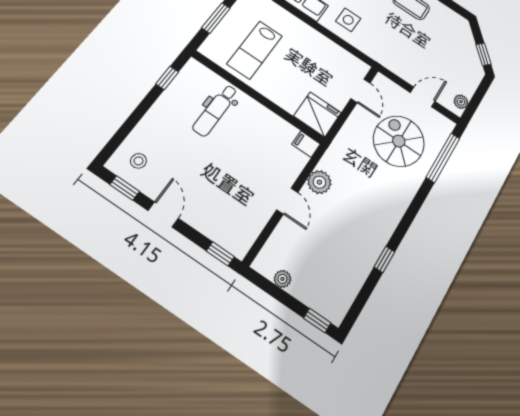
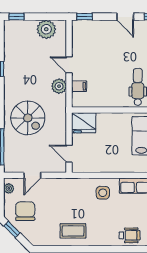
chair: (456, 63) -> (25, 211), added
spiral stairs: (399, 141) -> (28, 118), moved
filing cabinet: (306, 144) -> (79, 86), moved
plant: (282, 279) -> (46, 29), width x1.88, depth x1.88

